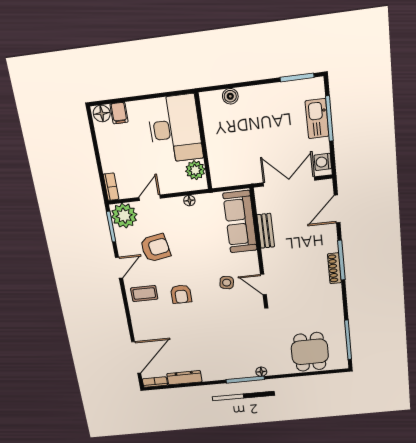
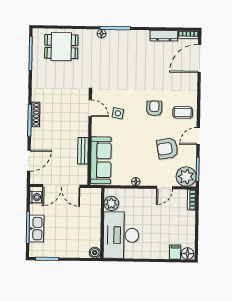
desk: (175, 129) -> (121, 235), moved
wall: (203, 142) -> (102, 223), moved
plant: (195, 170) -> (111, 203), moved
dining table: (310, 352) -> (61, 47), turned 90

